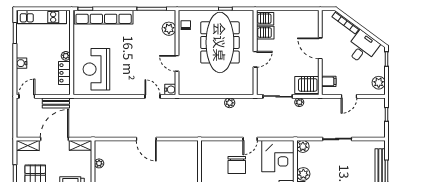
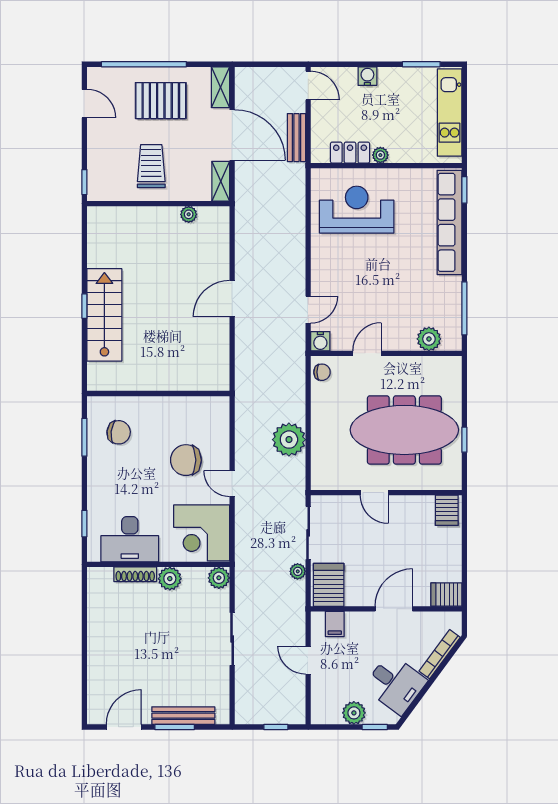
chair: (186, 25) -> (322, 372), moved
server rack: (265, 33) -> (446, 595), moved, turned 90
plant: (379, 83) -> (354, 713), moved
plant: (230, 103) -> (289, 440), width x1.87, depth x1.87

